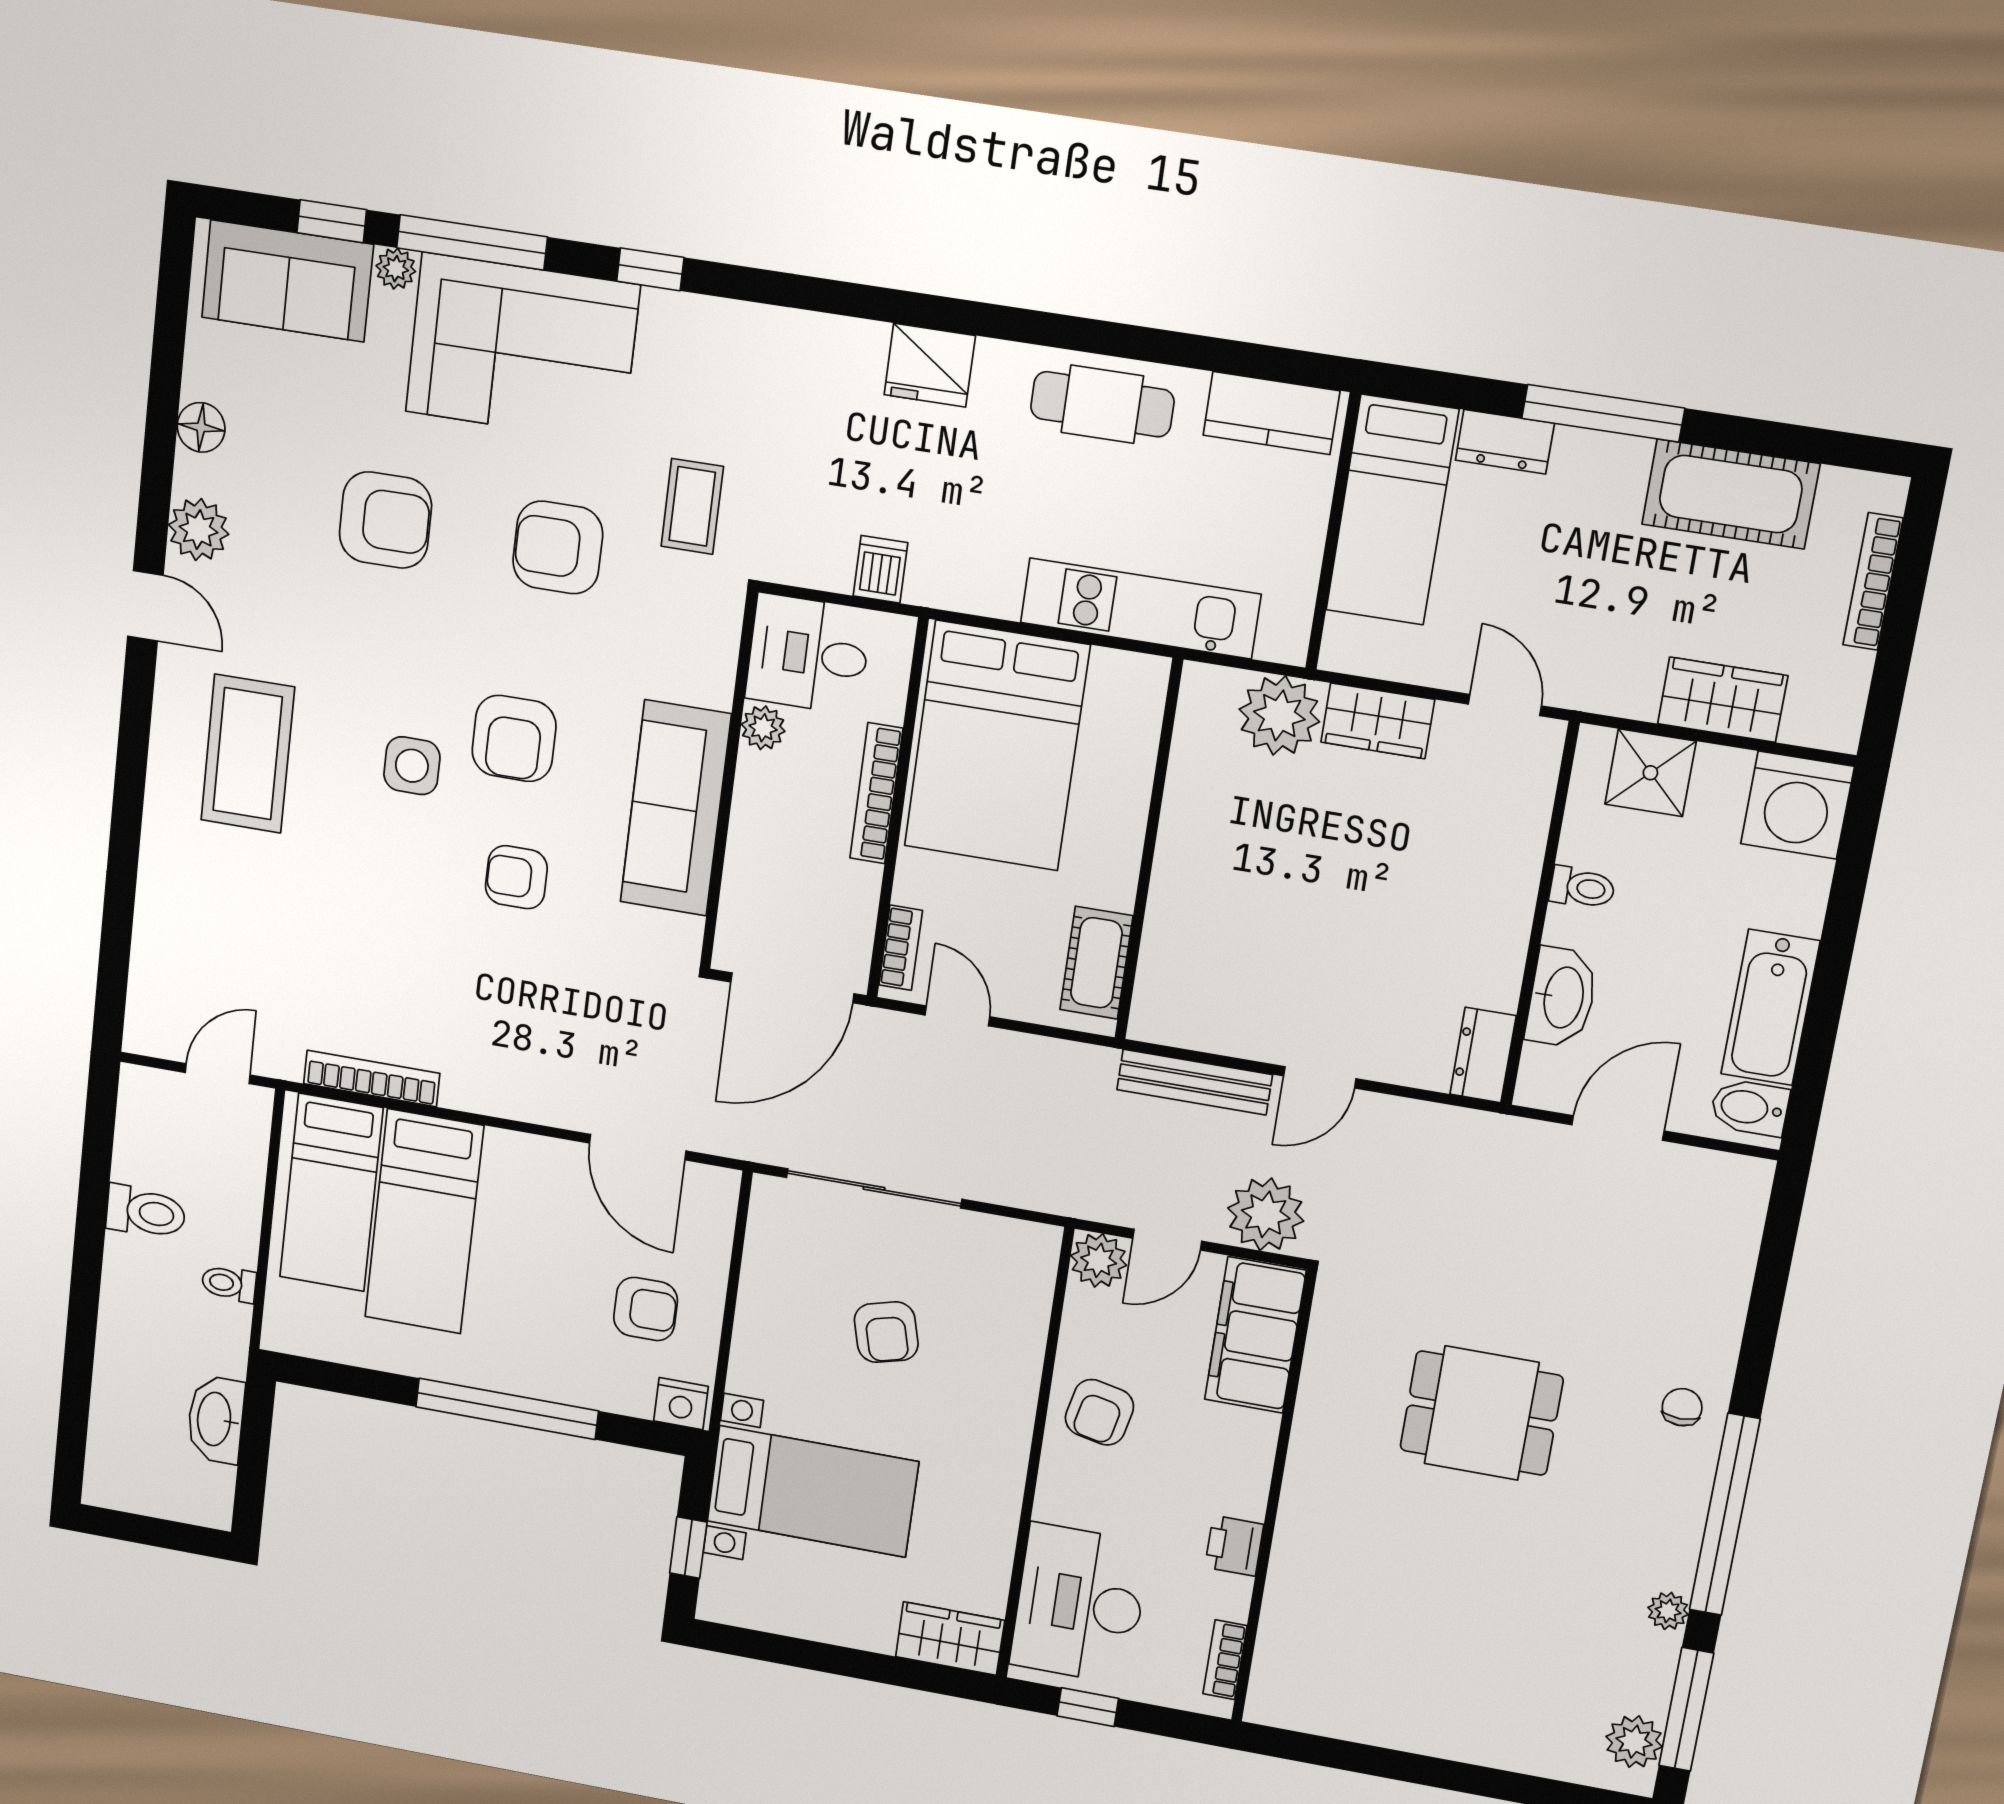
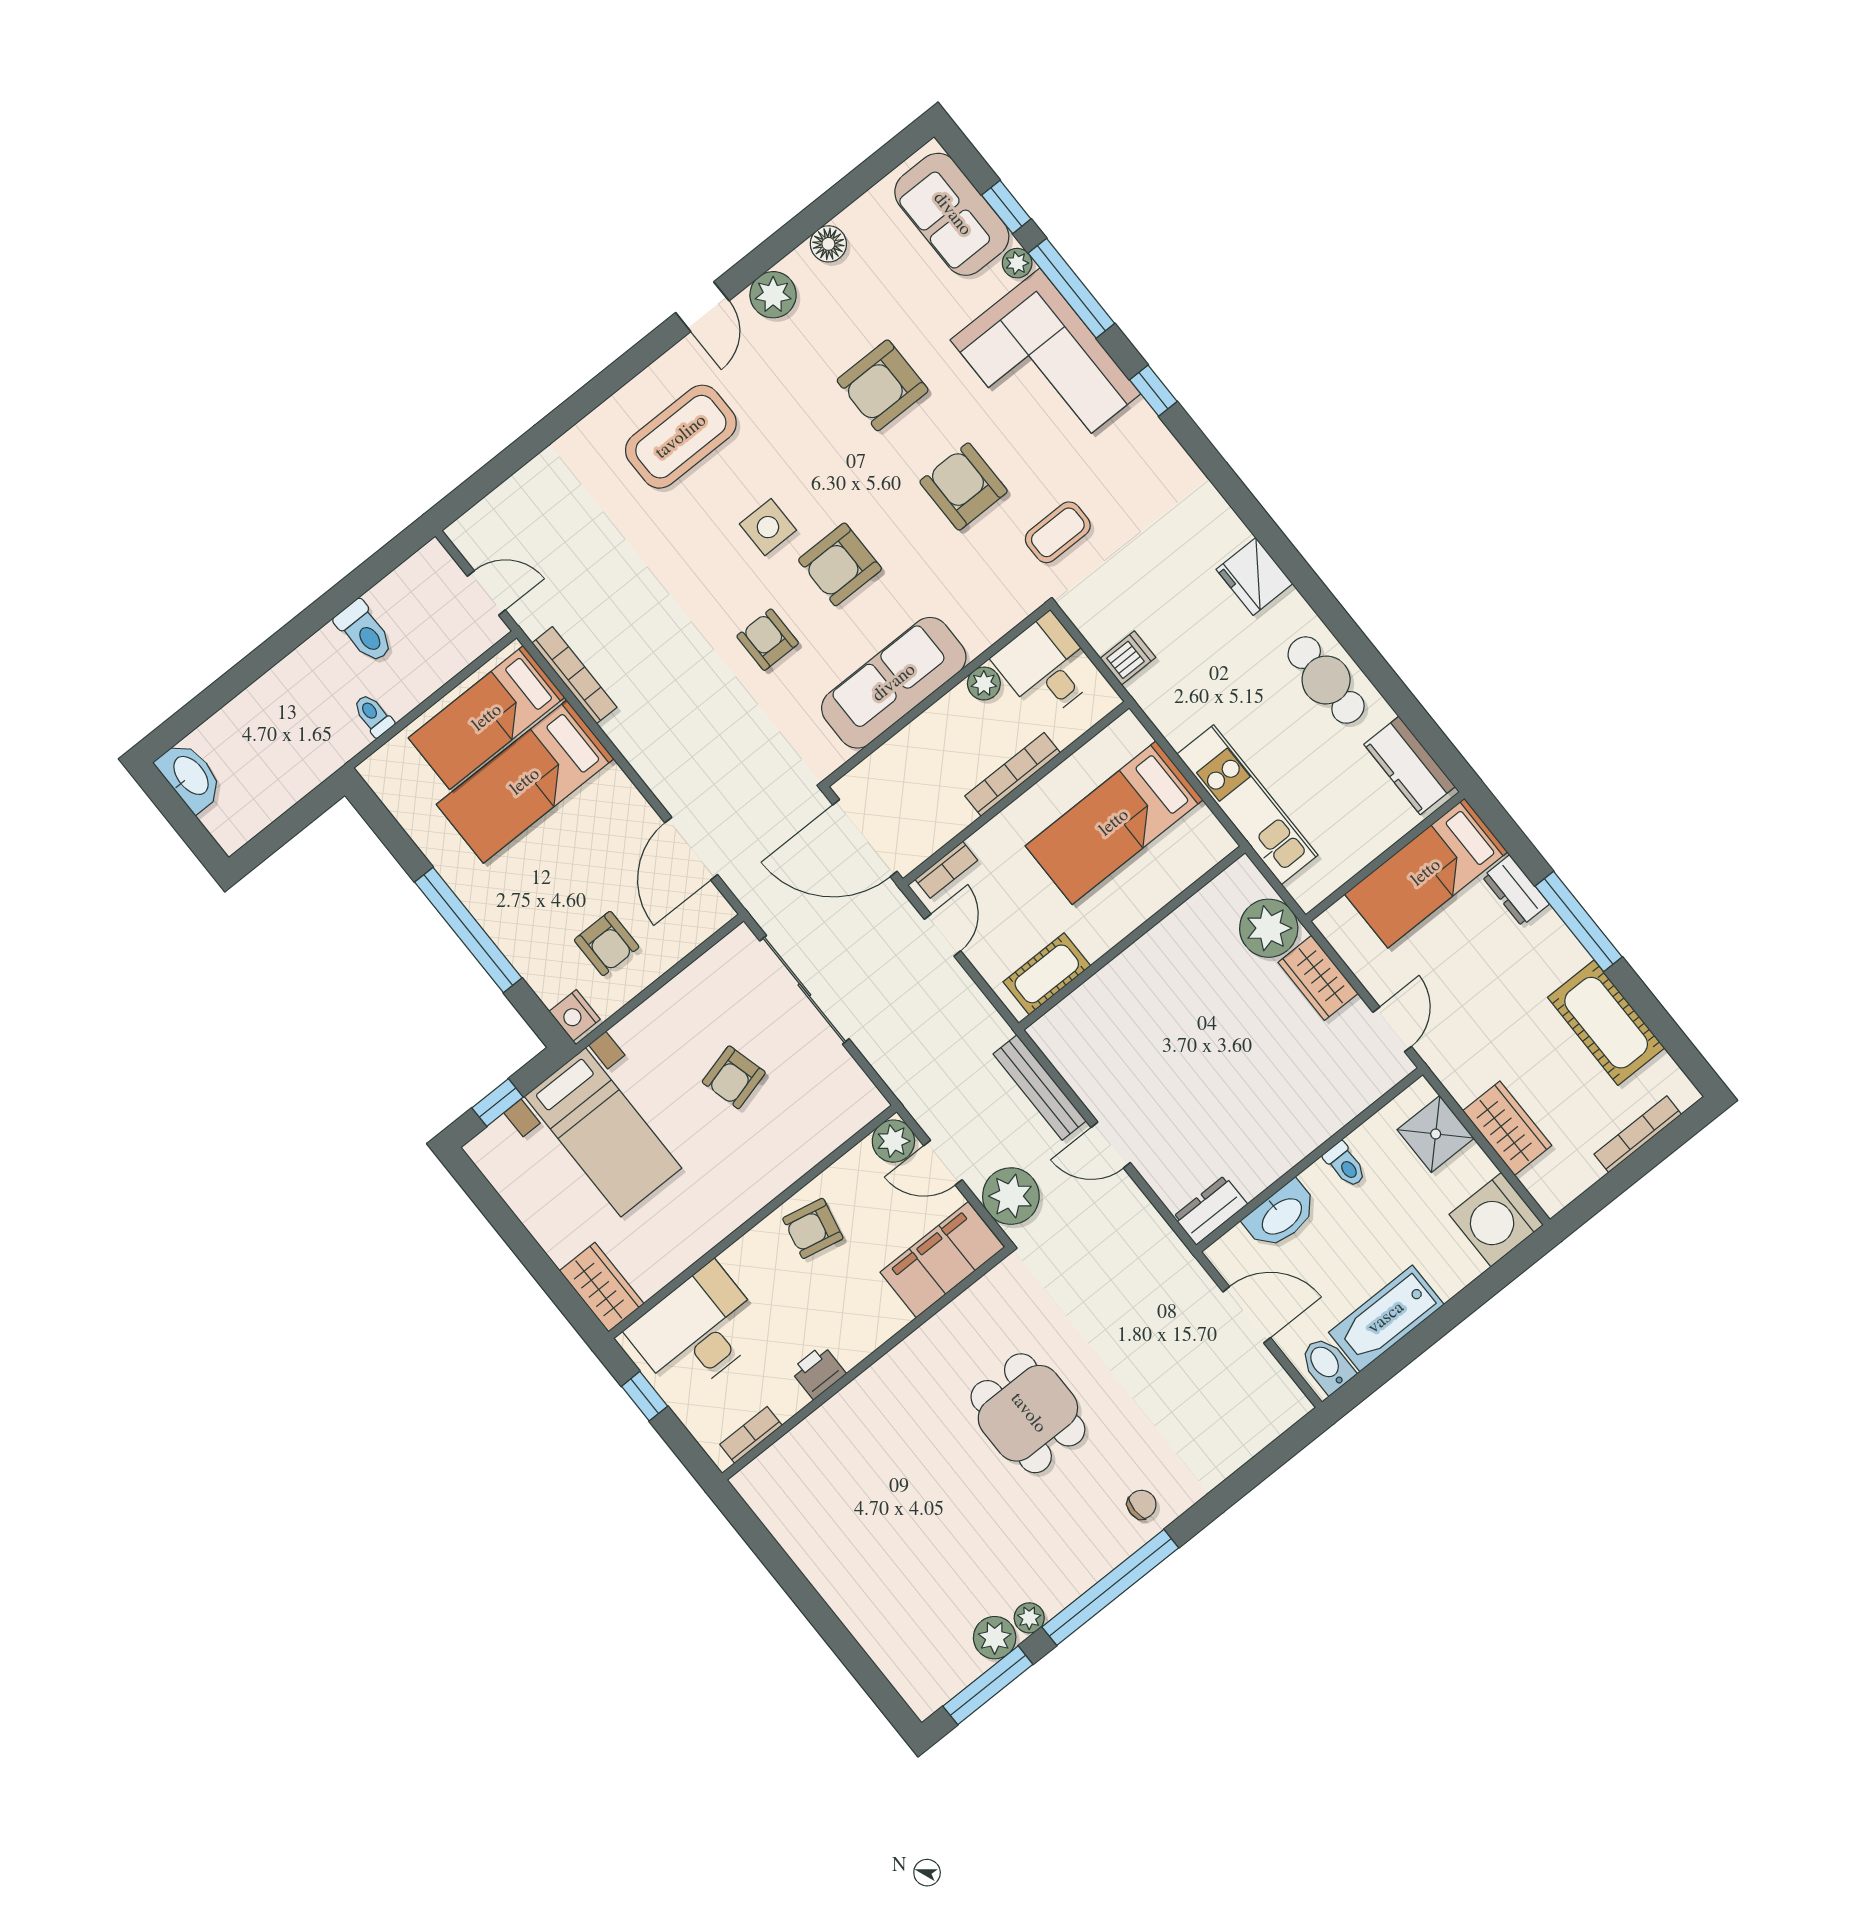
armchair: (385, 520) -> (883, 385), turned 90
bed: (997, 746) -> (1114, 823), width x0.67
washbasin: (216, 1419) -> (190, 776), moved, turned 90
plant: (1634, 1742) -> (995, 1638), moved

